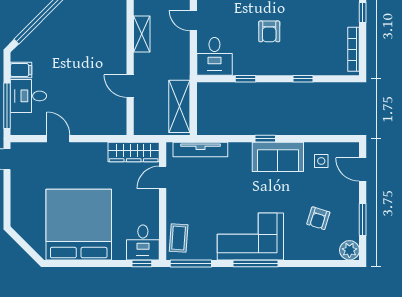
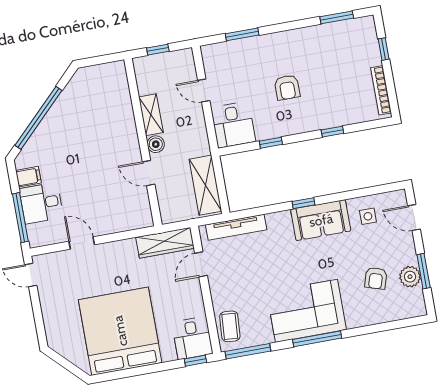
boiler: (141, 61) -> (156, 144), added
plant: (349, 250) -> (410, 277), moved

